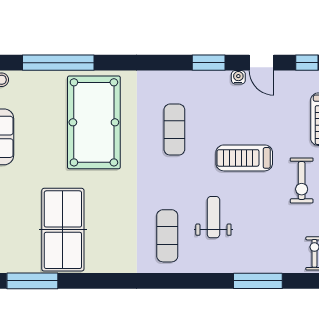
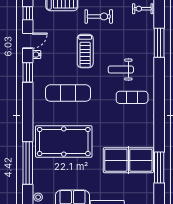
exercise mat: (174, 130) -> (68, 93), width x1.36, depth x1.45
window: (32, 281) -> (159, 167), moved

